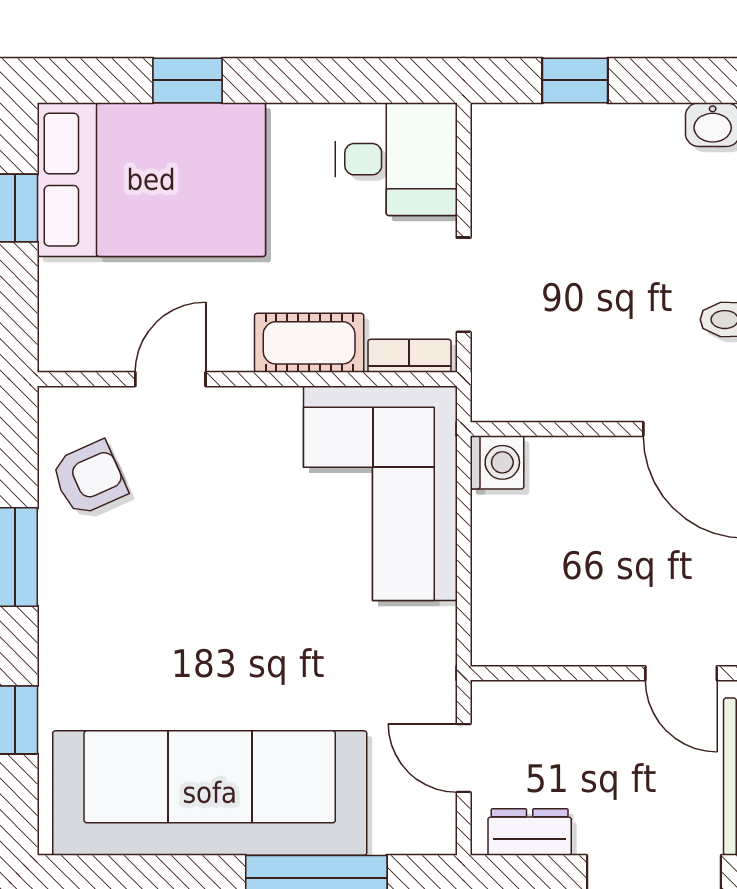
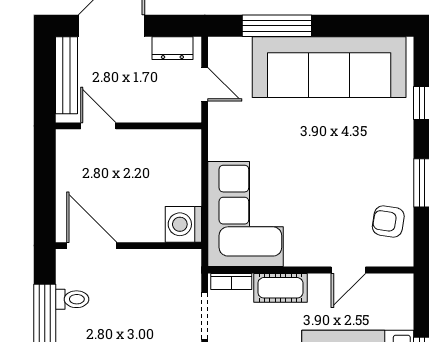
washing machine: (497, 462) -> (183, 224), width x1.38, depth x1.38
armchair: (89, 478) -> (388, 221), turned 33

